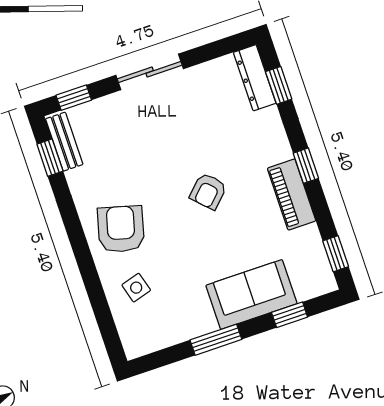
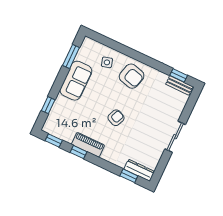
window: (74, 98) -> (191, 103), removed
window: (306, 166) -> (79, 152), moved
armchair: (208, 191) -> (116, 118), turned 68
sofa: (251, 294) -> (76, 81), moved
window: (216, 340) -> (71, 56), moved

